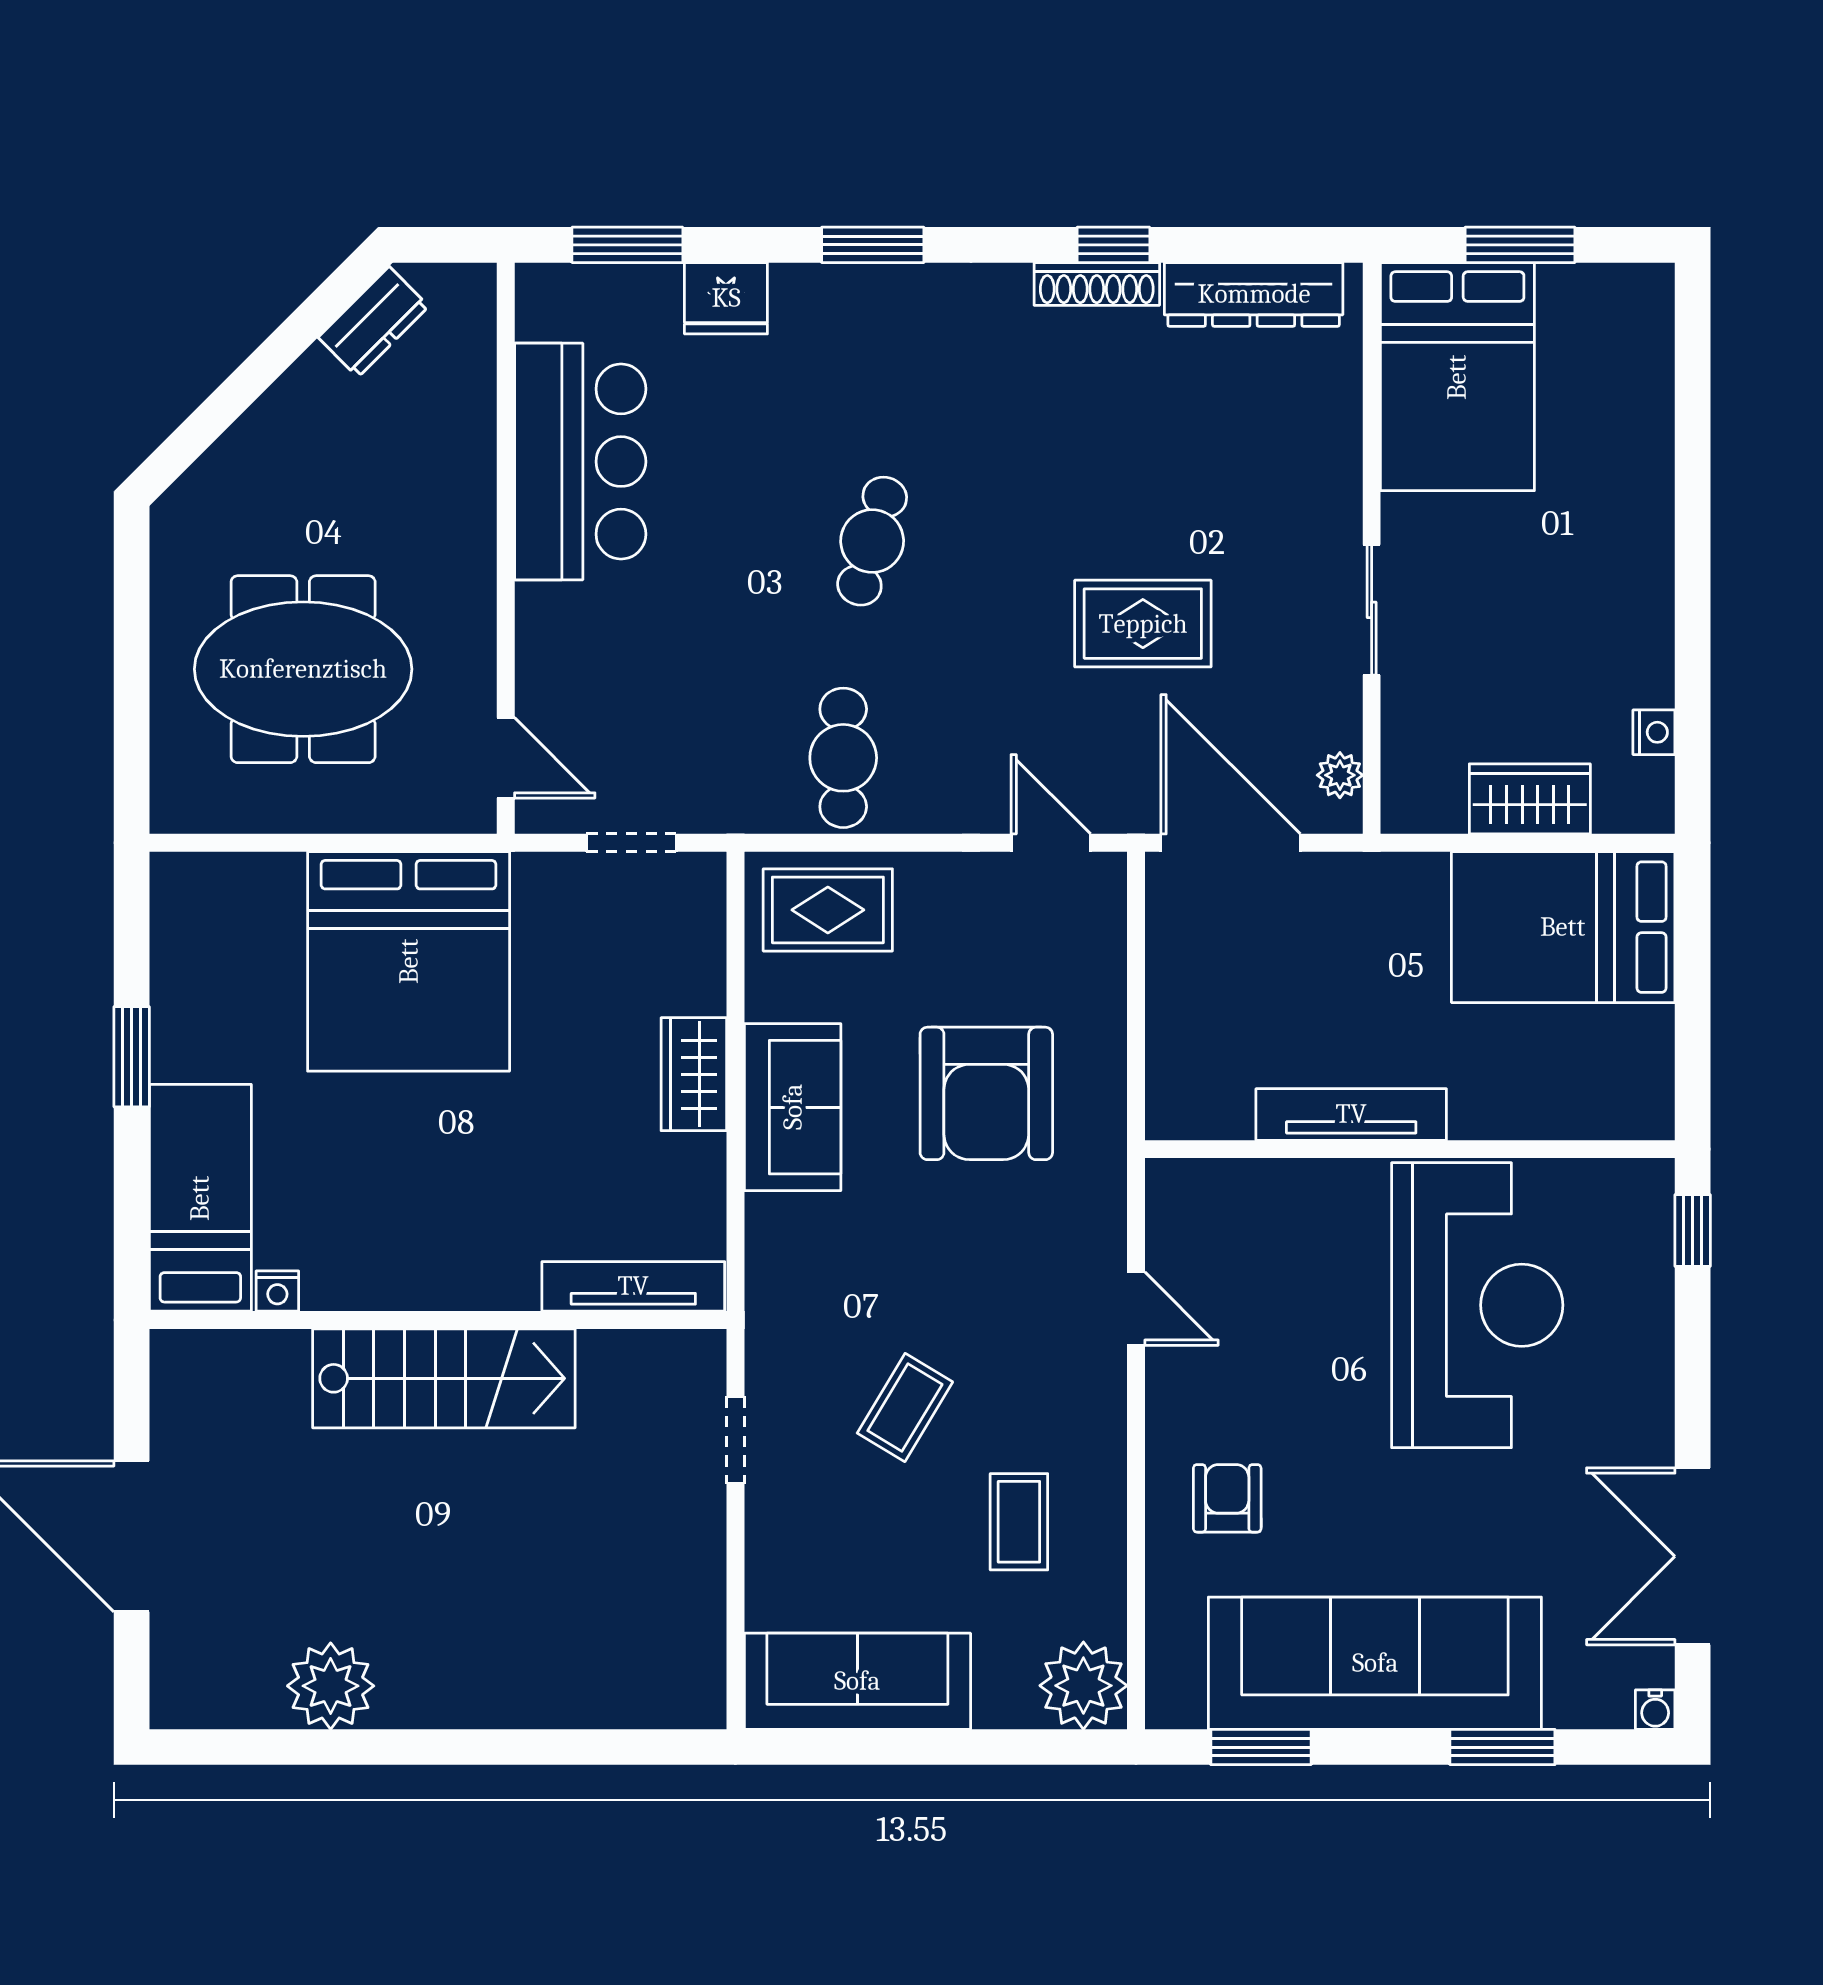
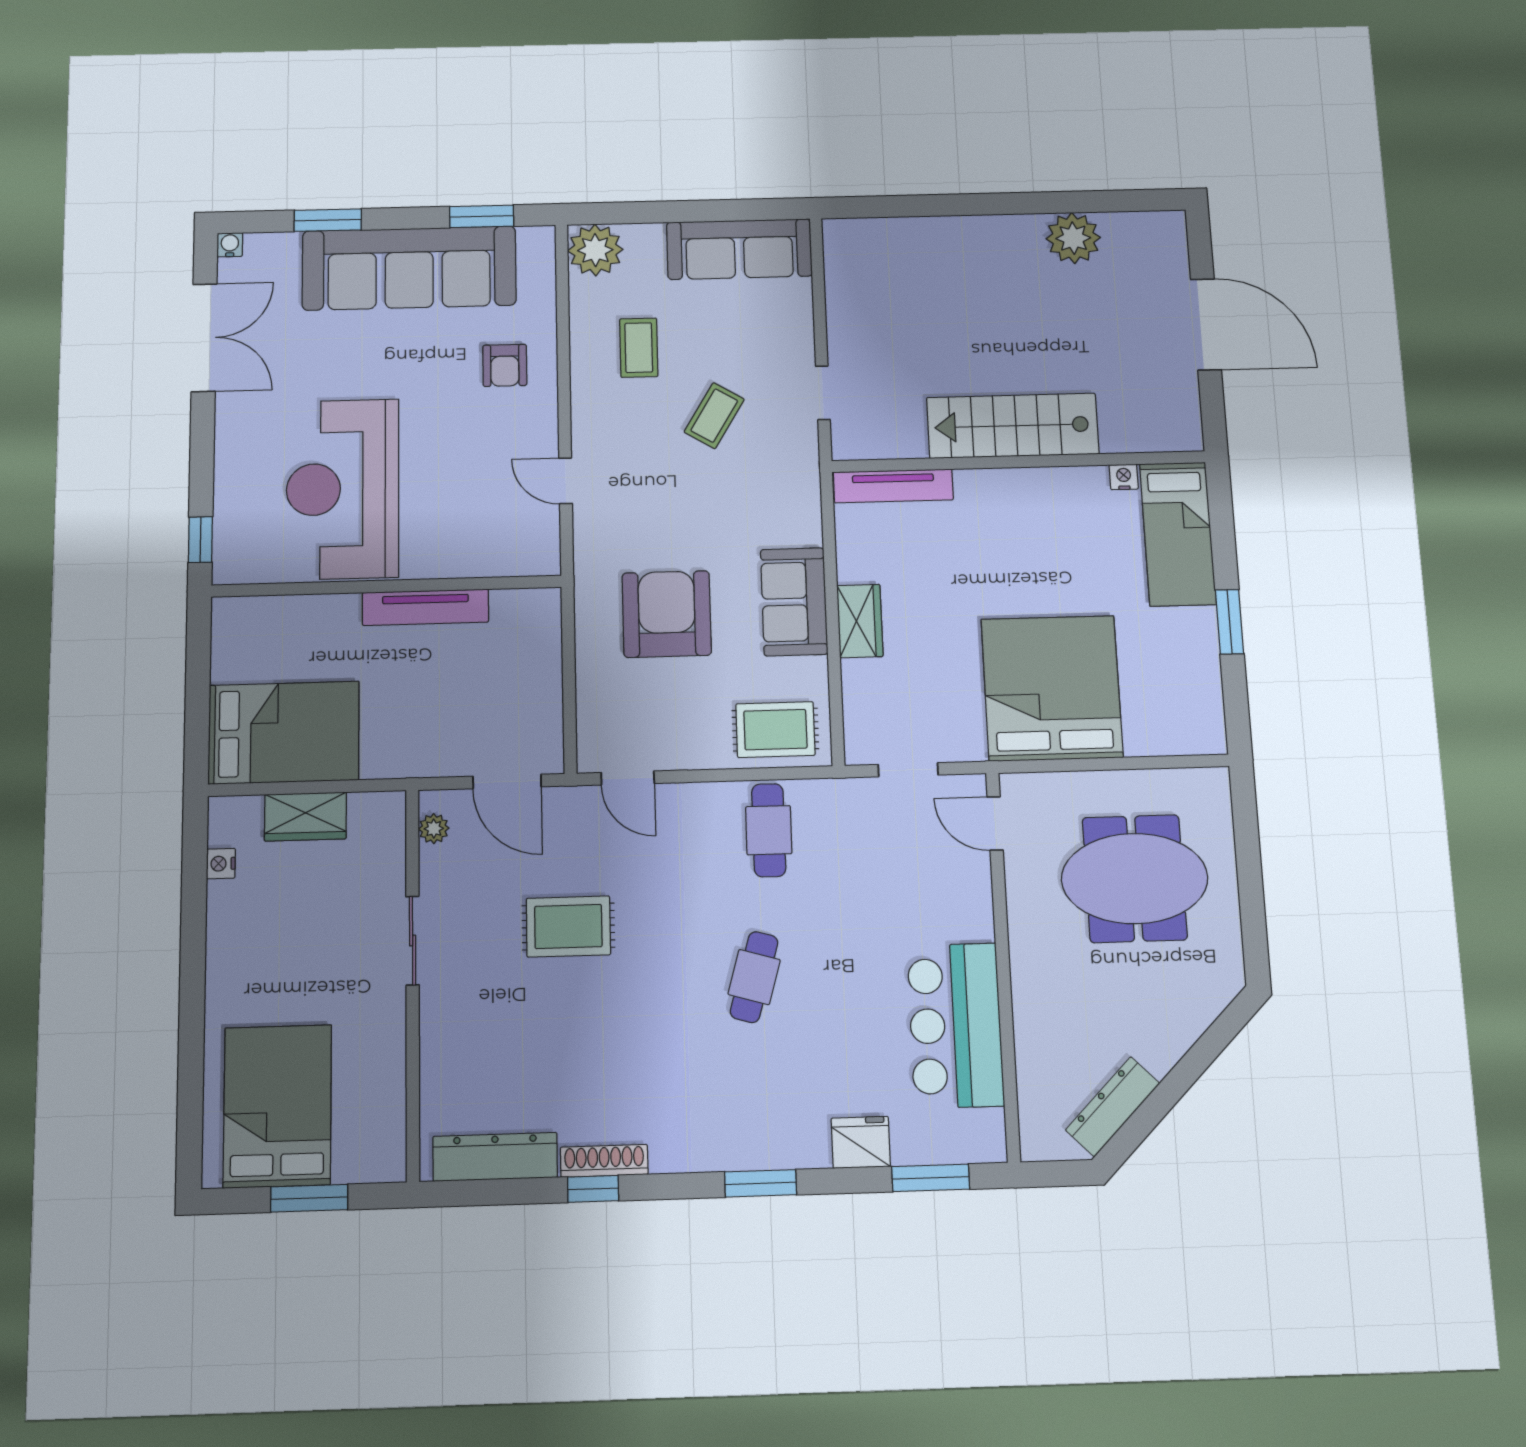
dresser: (373, 322) -> (1113, 1107), width x1.44
bed: (1457, 377) -> (277, 1106), moved
door: (1231, 843) -> (507, 782), width x0.73

